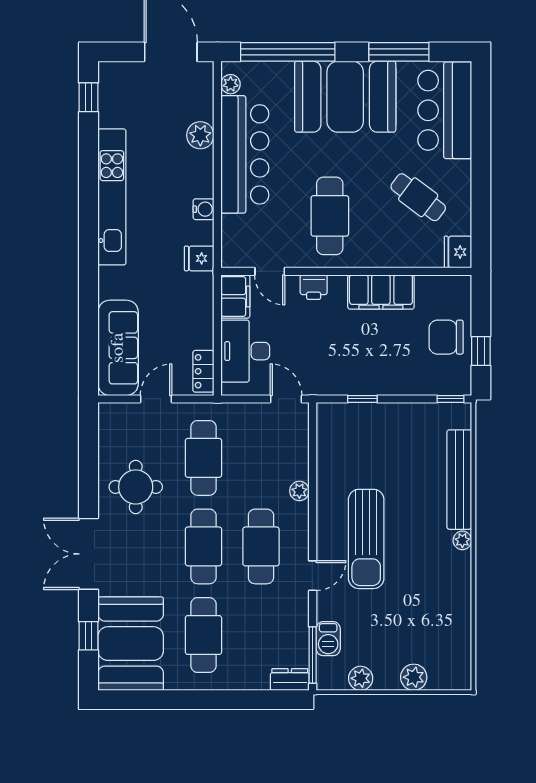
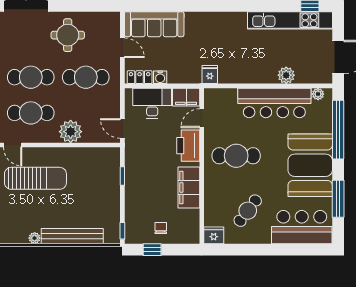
kitchen unit: (112, 197) -> (290, 20), moved
water cooler: (204, 209) -> (160, 77), moved
printer: (314, 287) -> (188, 146), width x1.87, depth x1.48
chair: (446, 337) -> (161, 228), width x0.54, depth x0.54
door: (286, 399) -> (122, 129), swing flipped
plant: (299, 491) -> (71, 132), width x1.87, depth x1.87
sun lounger: (366, 539) -> (35, 178), turned 180

